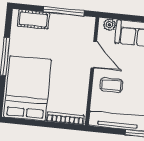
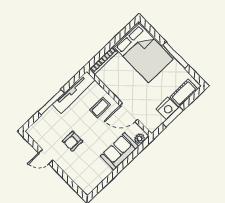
window: (64, 11) -> (173, 117), width x0.69
nightstand: (60, 23) -> (167, 108), added

